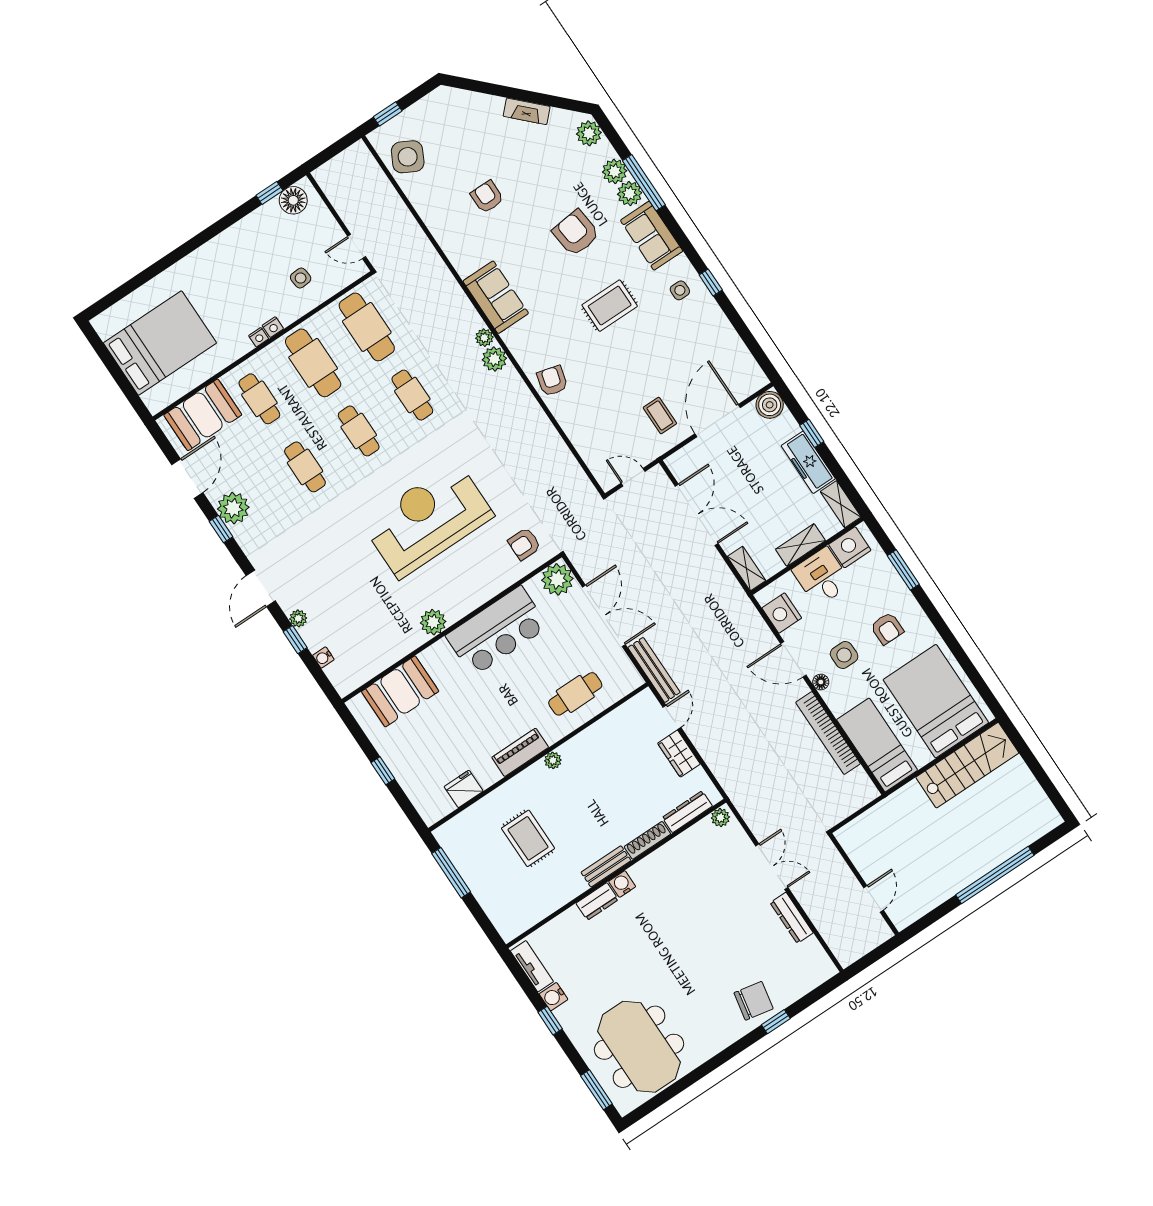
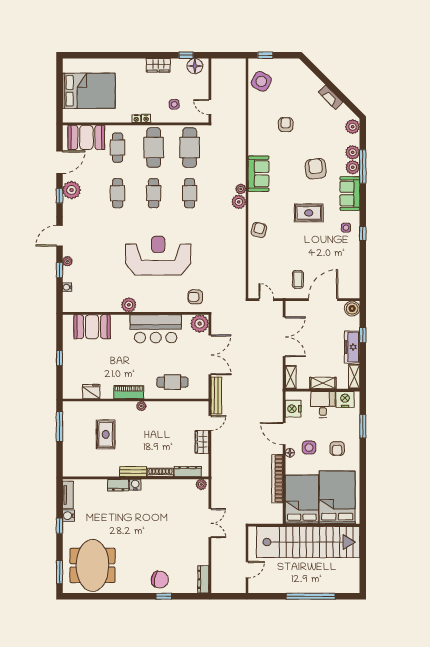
wardrobe: (238, 236) -> (158, 65), added
bed: (877, 745) -> (302, 499), width x1.50
stairs: (967, 765) -> (308, 542), width x1.86, depth x1.51
dresser: (792, 918) -> (203, 579), moved

